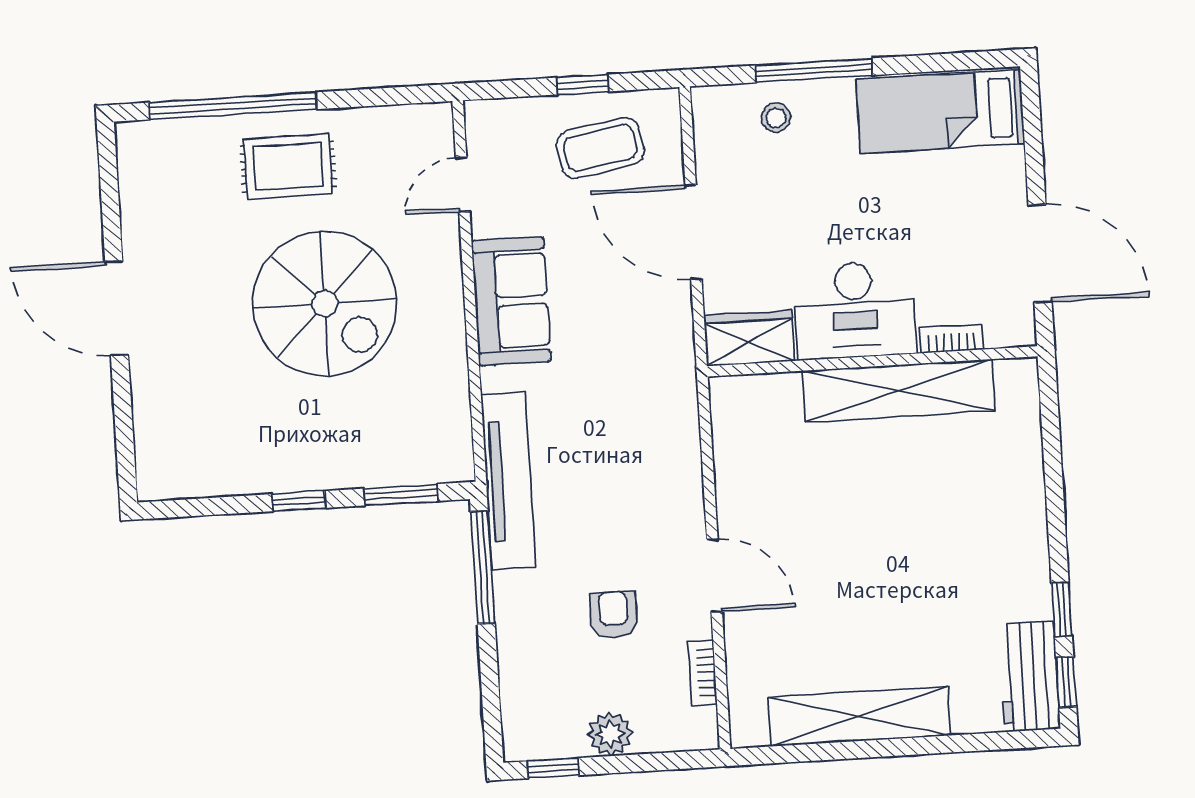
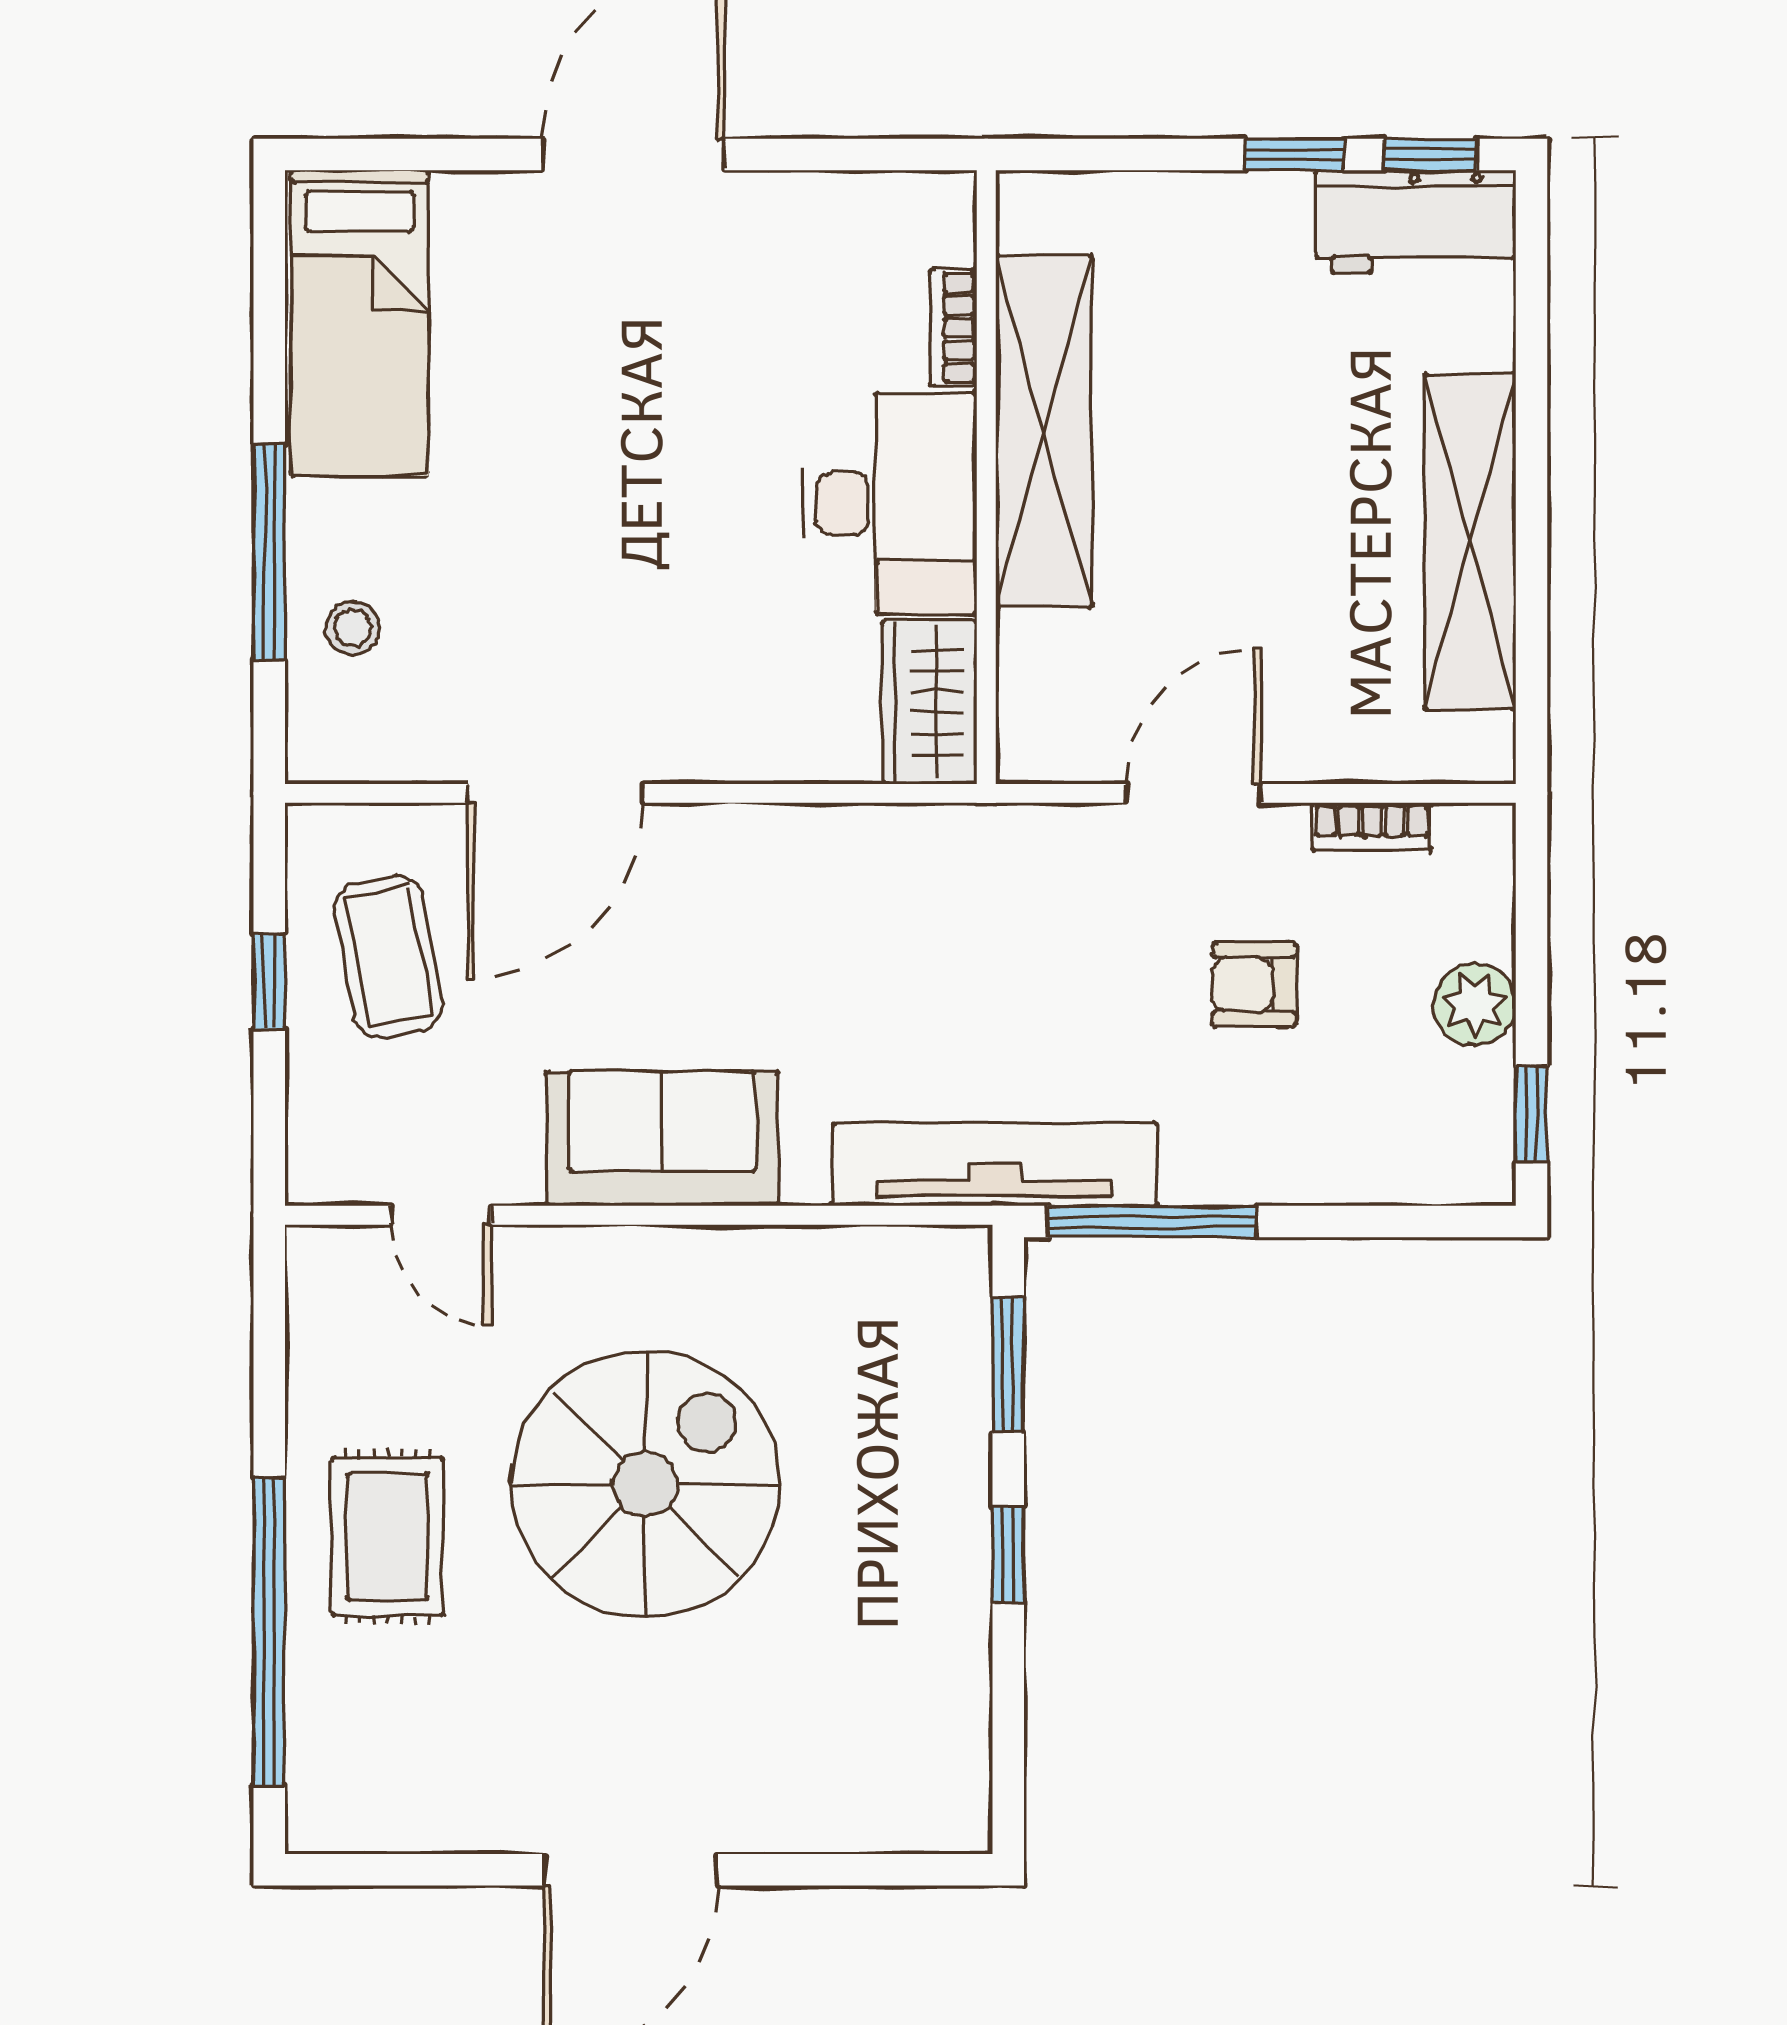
desk: (855, 310) -> (890, 504), moved
wardrobe: (749, 338) -> (930, 702), moved
bookcase: (951, 339) -> (953, 328), moved
wall: (872, 361) -> (986, 477), moved
shelving: (899, 391) -> (1044, 432), moved

